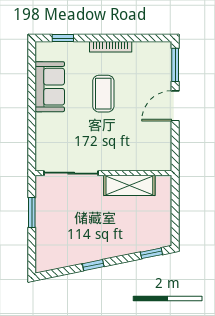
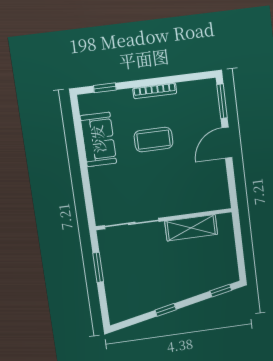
coffee table: (103, 94) -> (154, 140), turned 90

